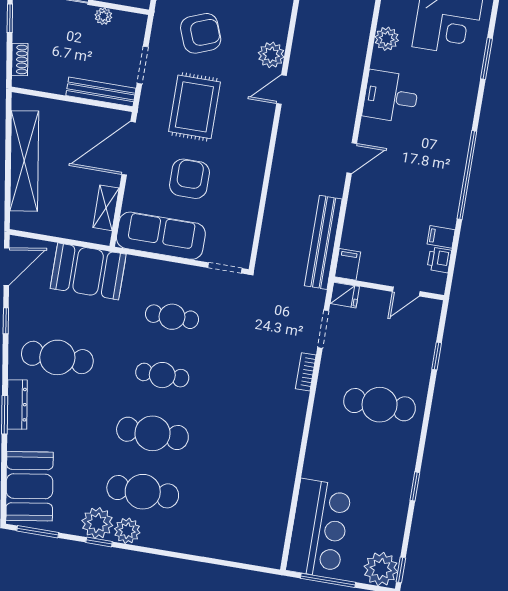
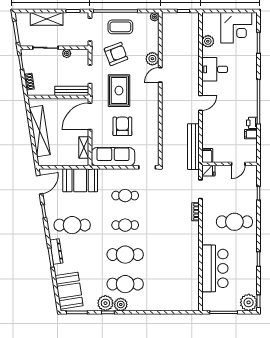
printer: (439, 260) -> (252, 123), moved
bar counter: (319, 528) -> (215, 268), moved

